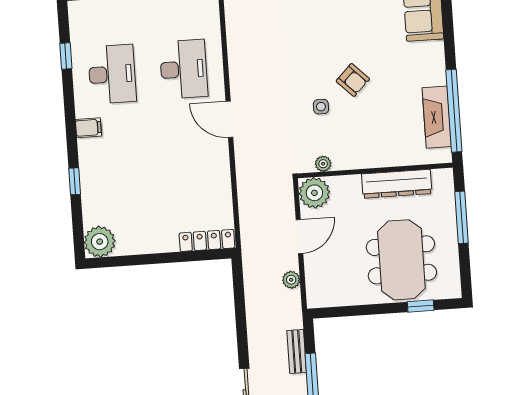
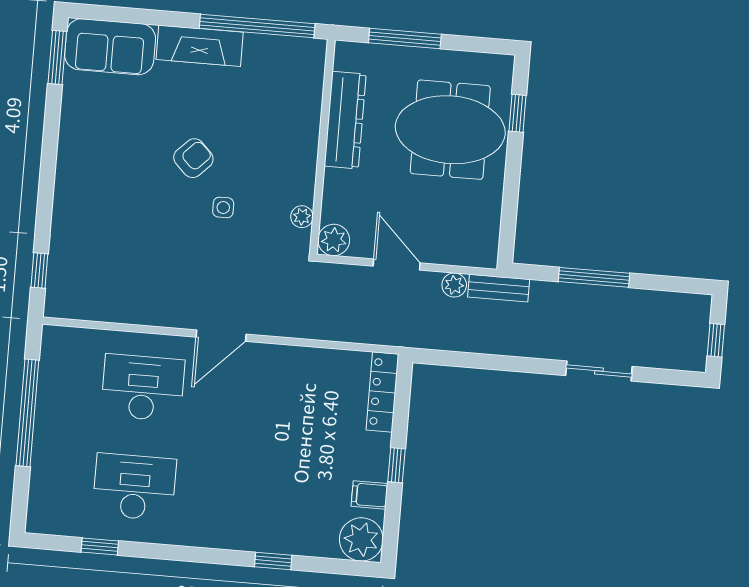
fireplace: (437, 117) -> (200, 46), moved
filing cabinet: (88, 128) -> (370, 495), moved, turned -90
plant: (314, 193) -> (334, 240), width x0.73, depth x0.73
window: (156, 259) -> (396, 465), added
bench: (297, 351) -> (499, 288), moved

